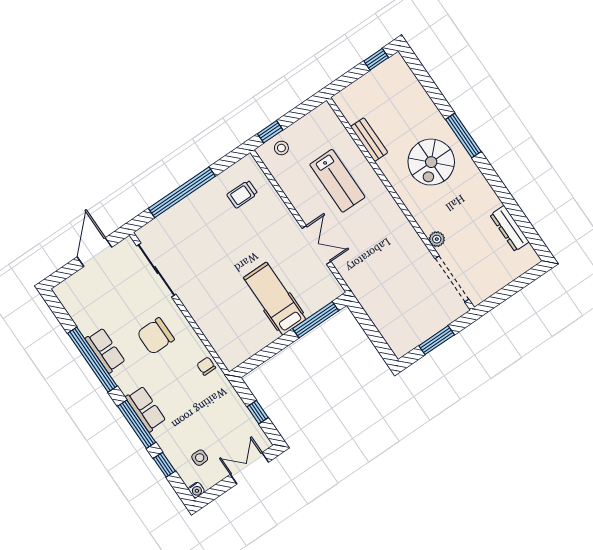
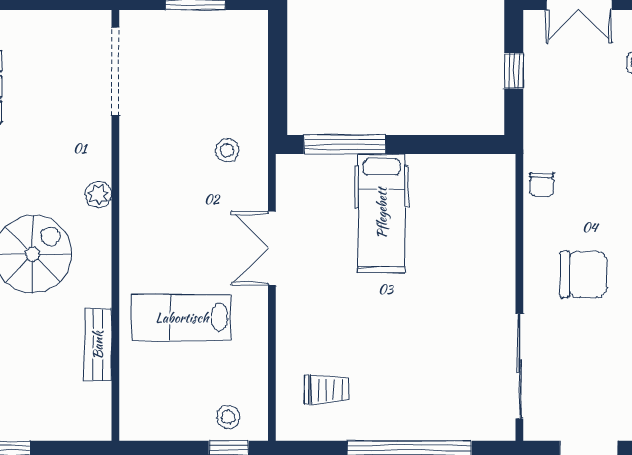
lab bench: (337, 181) -> (182, 318), turned -90
plant: (437, 239) -> (98, 195), moved
stool: (371, 278) -> (227, 150), added

